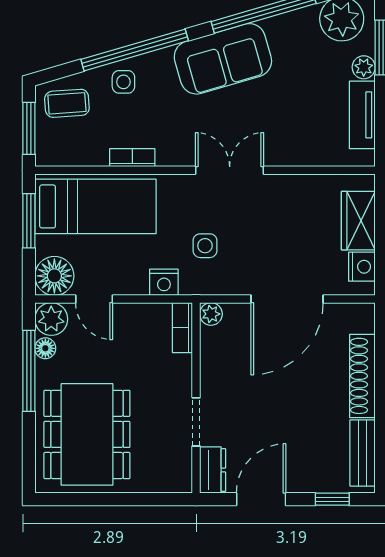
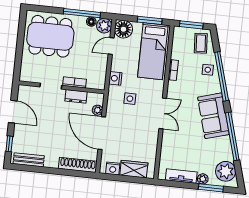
plant: (211, 314) -> (97, 110), moved
bookcase: (182, 328) -> (75, 82), moved
shoe rack: (362, 376) -> (78, 165), moved
dresser: (213, 470) -> (76, 96), moved

